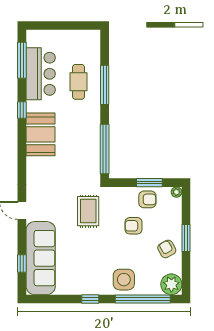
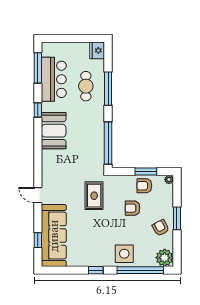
fridge: (92, 40) -> (97, 50), added
armchair: (147, 199) -> (144, 186), turned 180

